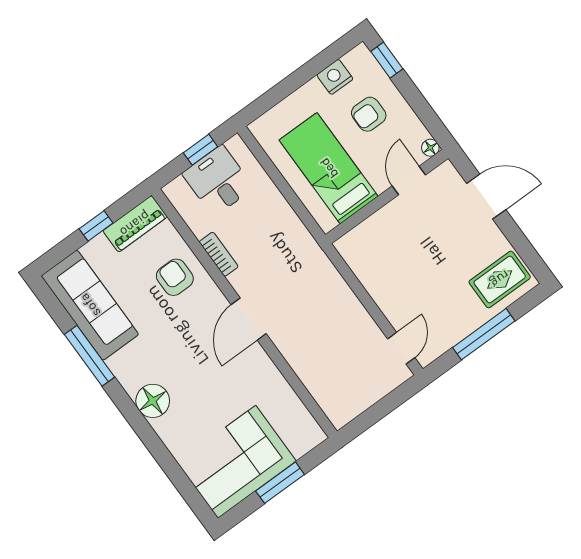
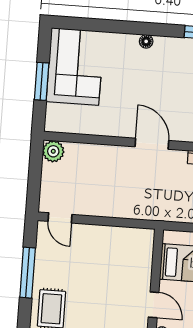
floor lamp: (153, 401) -> (146, 41), width x0.53, depth x0.53
plant: (340, 412) -> (53, 151), added

